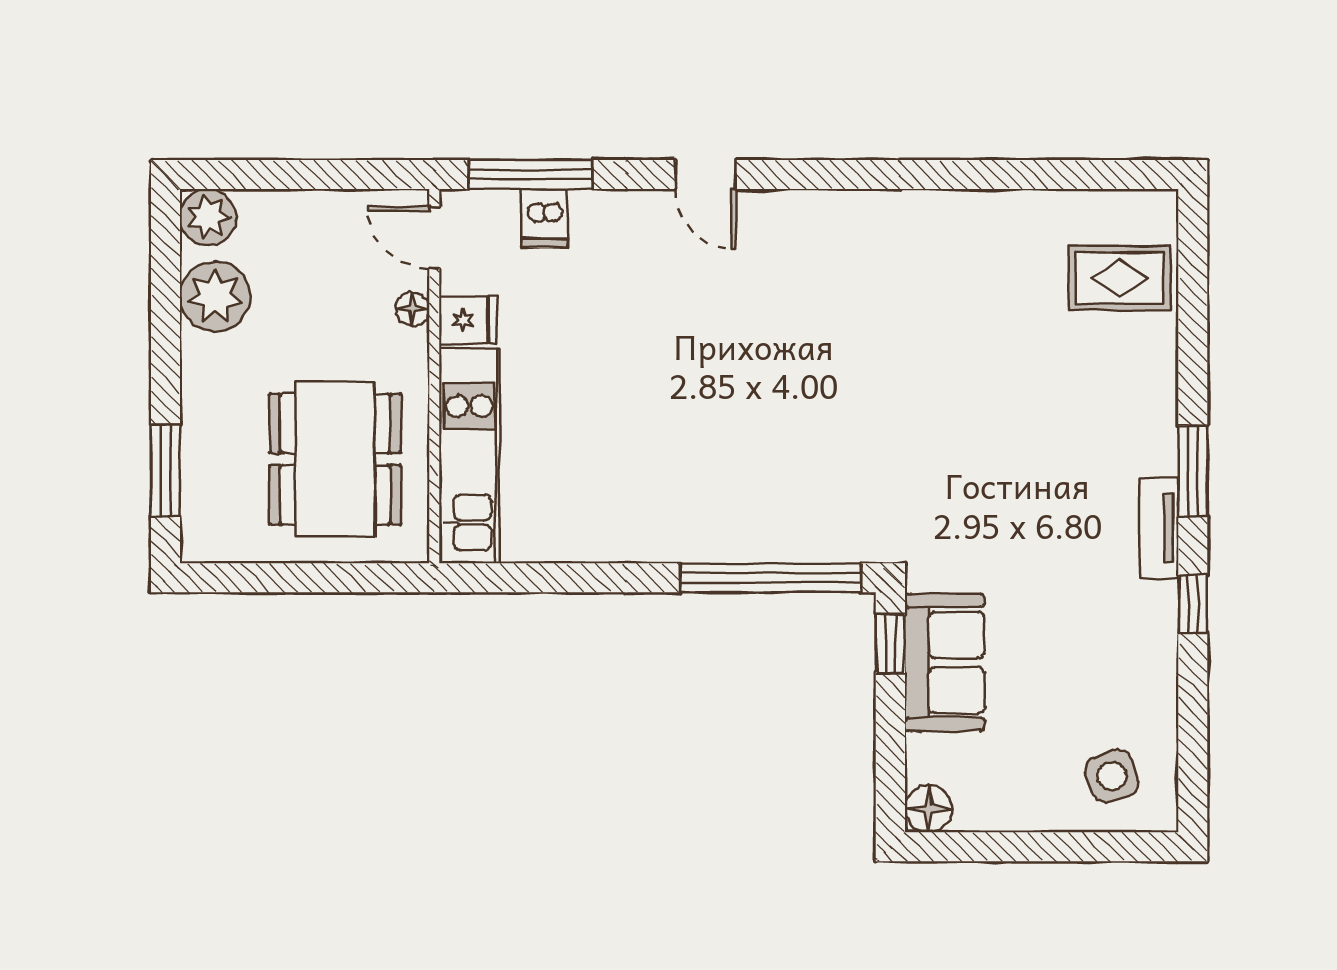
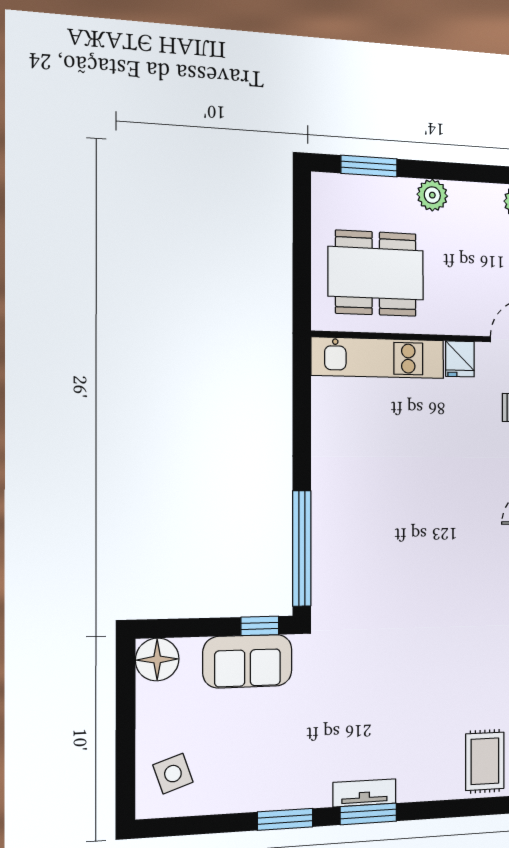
plant: (215, 296) -> (432, 195), moved, width x0.73, depth x0.73
floor lamp: (413, 309) -> (466, 325), removed
tv unit: (1159, 528) -> (364, 793), moved
window: (1193, 604) -> (285, 819), width x1.50
floor lamp: (928, 809) -> (157, 659), width x1.38, depth x1.38

